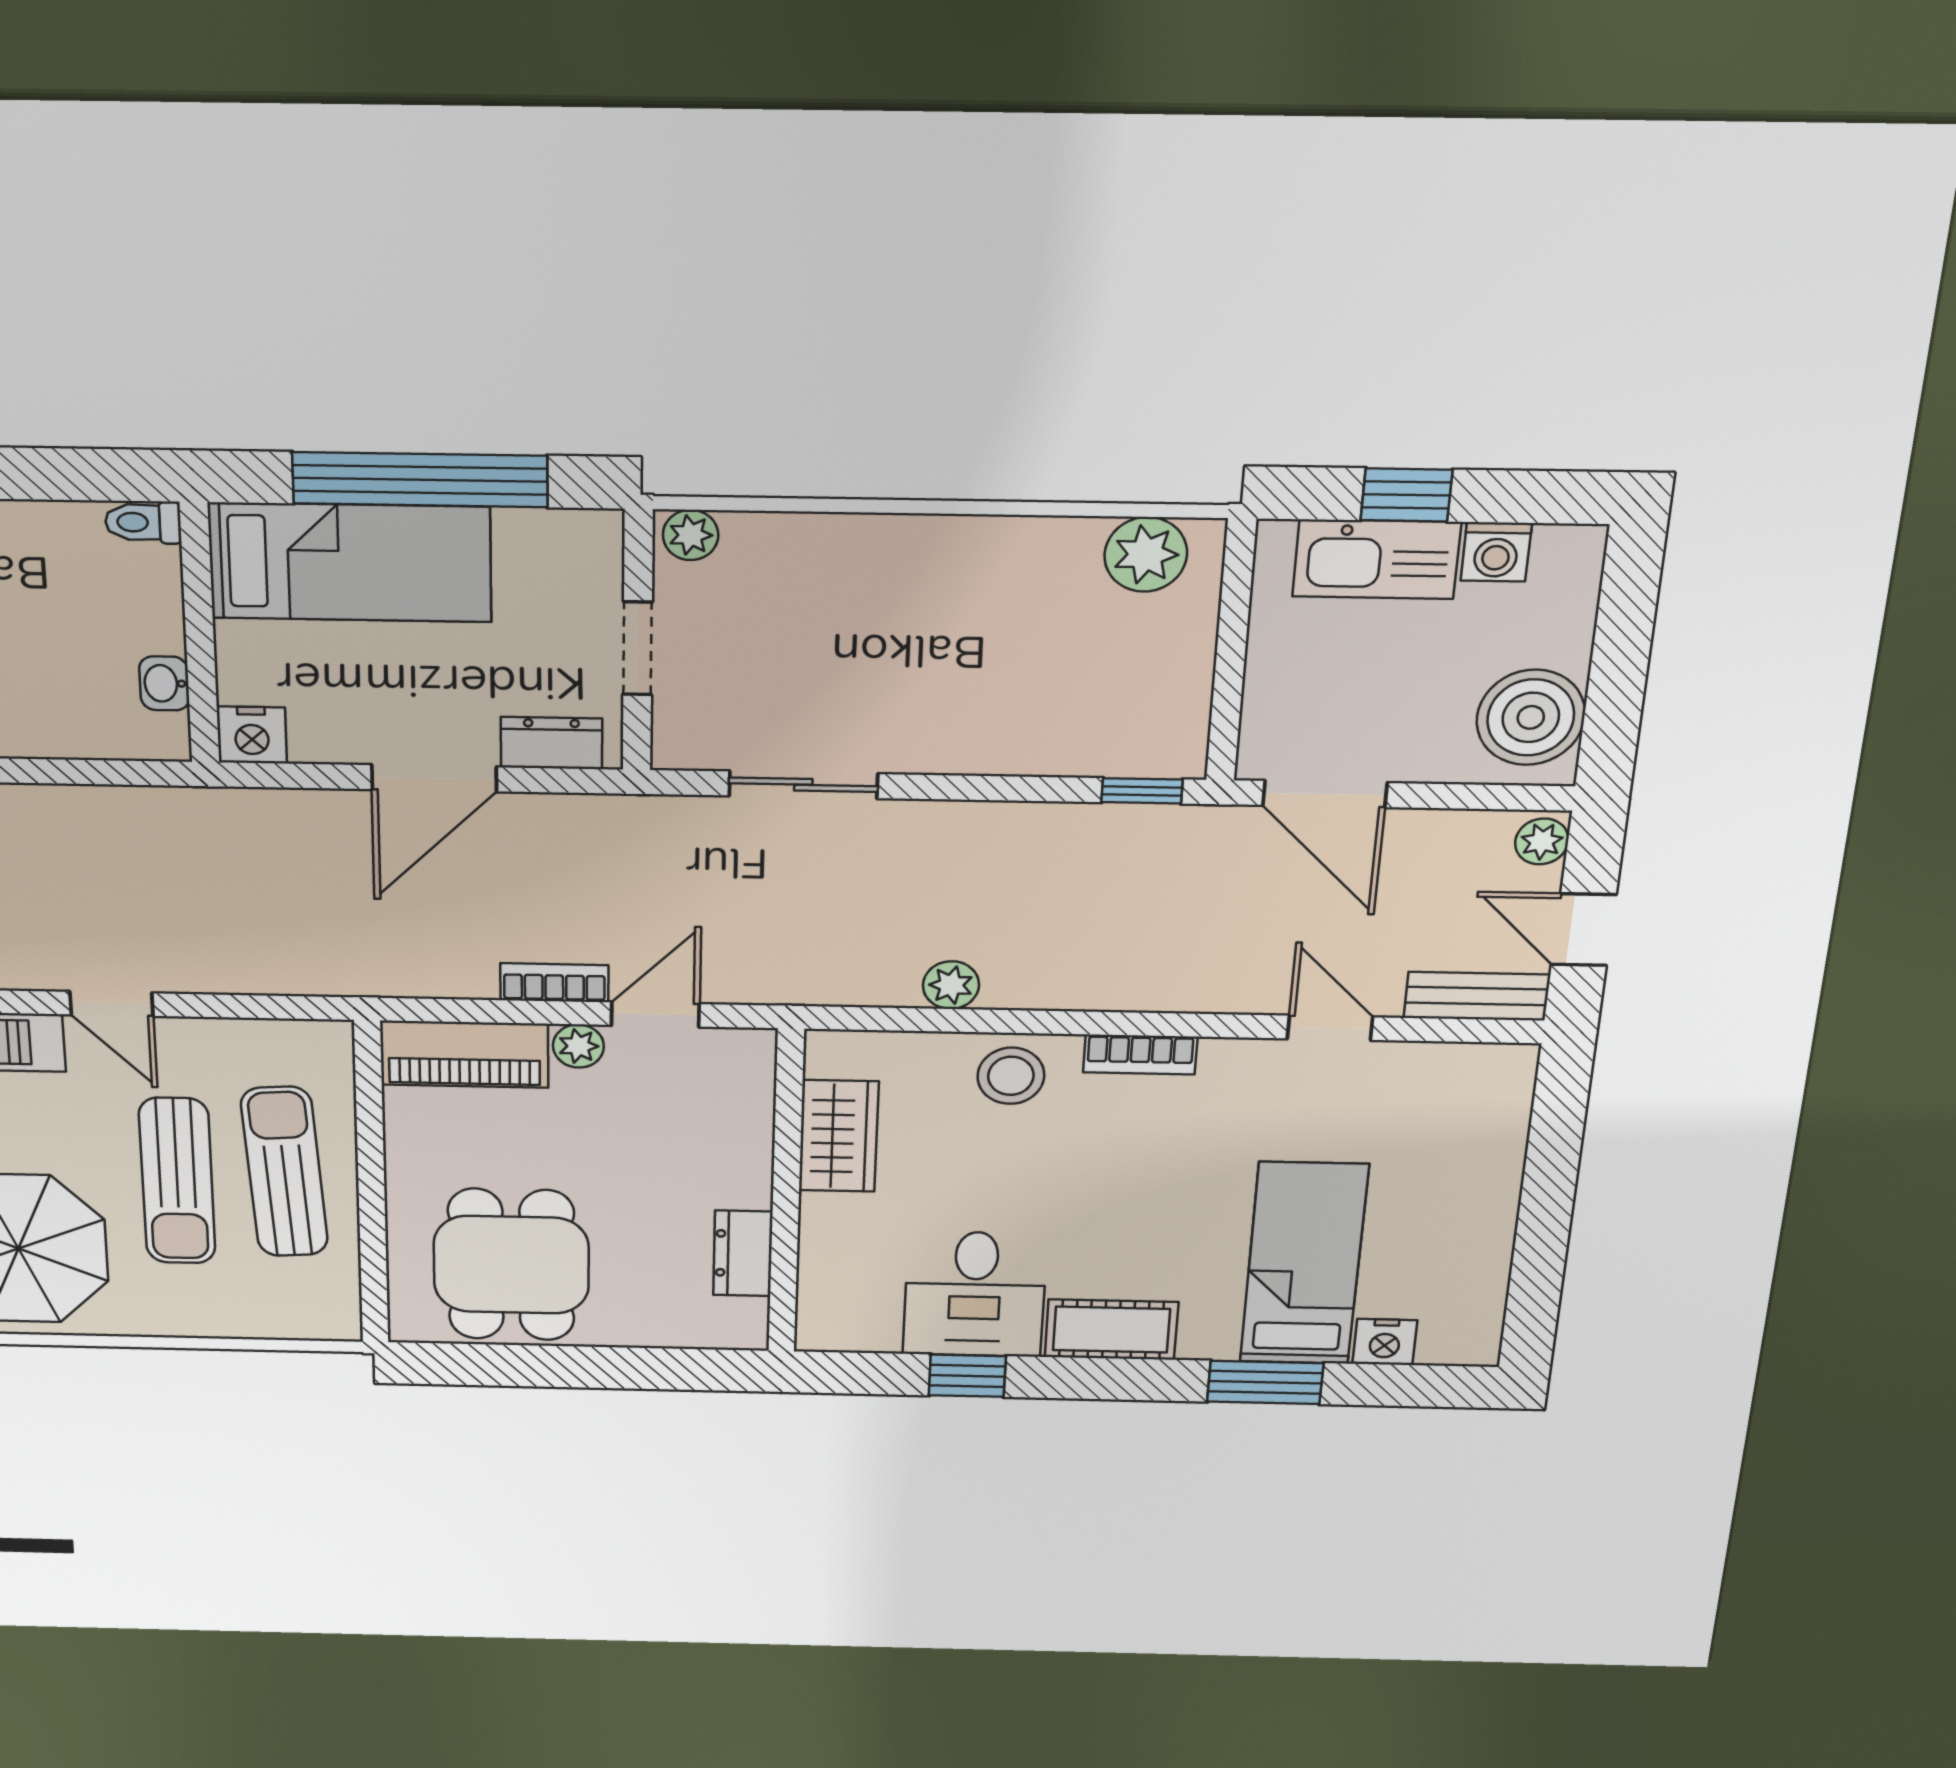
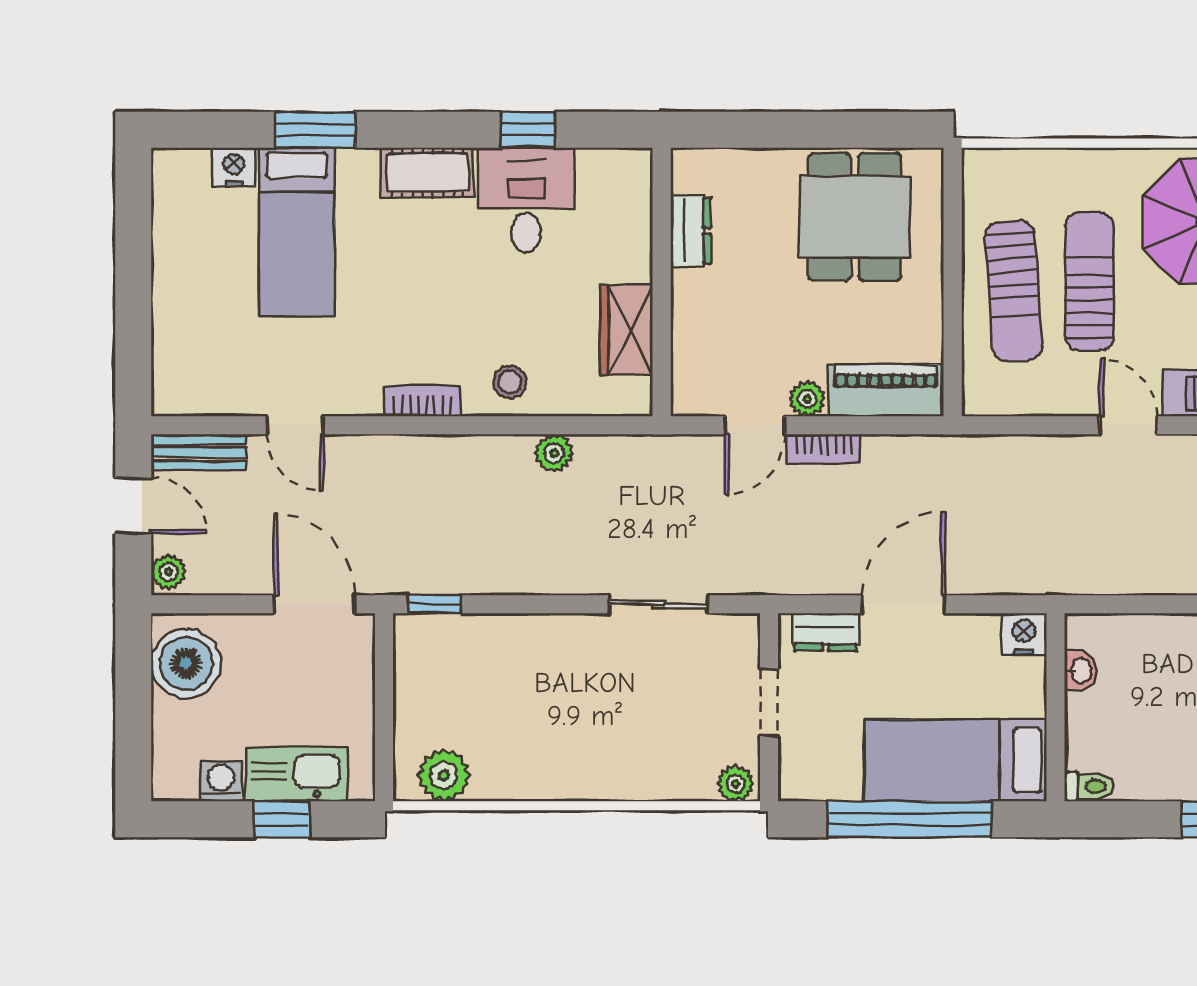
stool: (1011, 1076) -> (510, 382), width x0.73, depth x0.73

